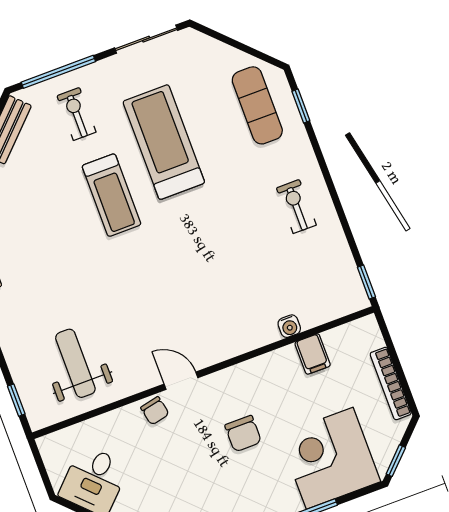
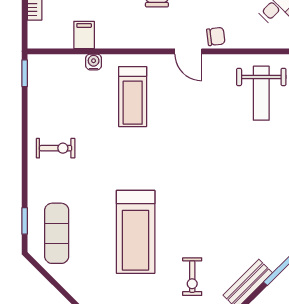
treadmill: (112, 195) -> (133, 97), moved, turned 180
exercise bike: (296, 206) -> (56, 148), turned -90
chair: (155, 411) -> (216, 36), turned 95

